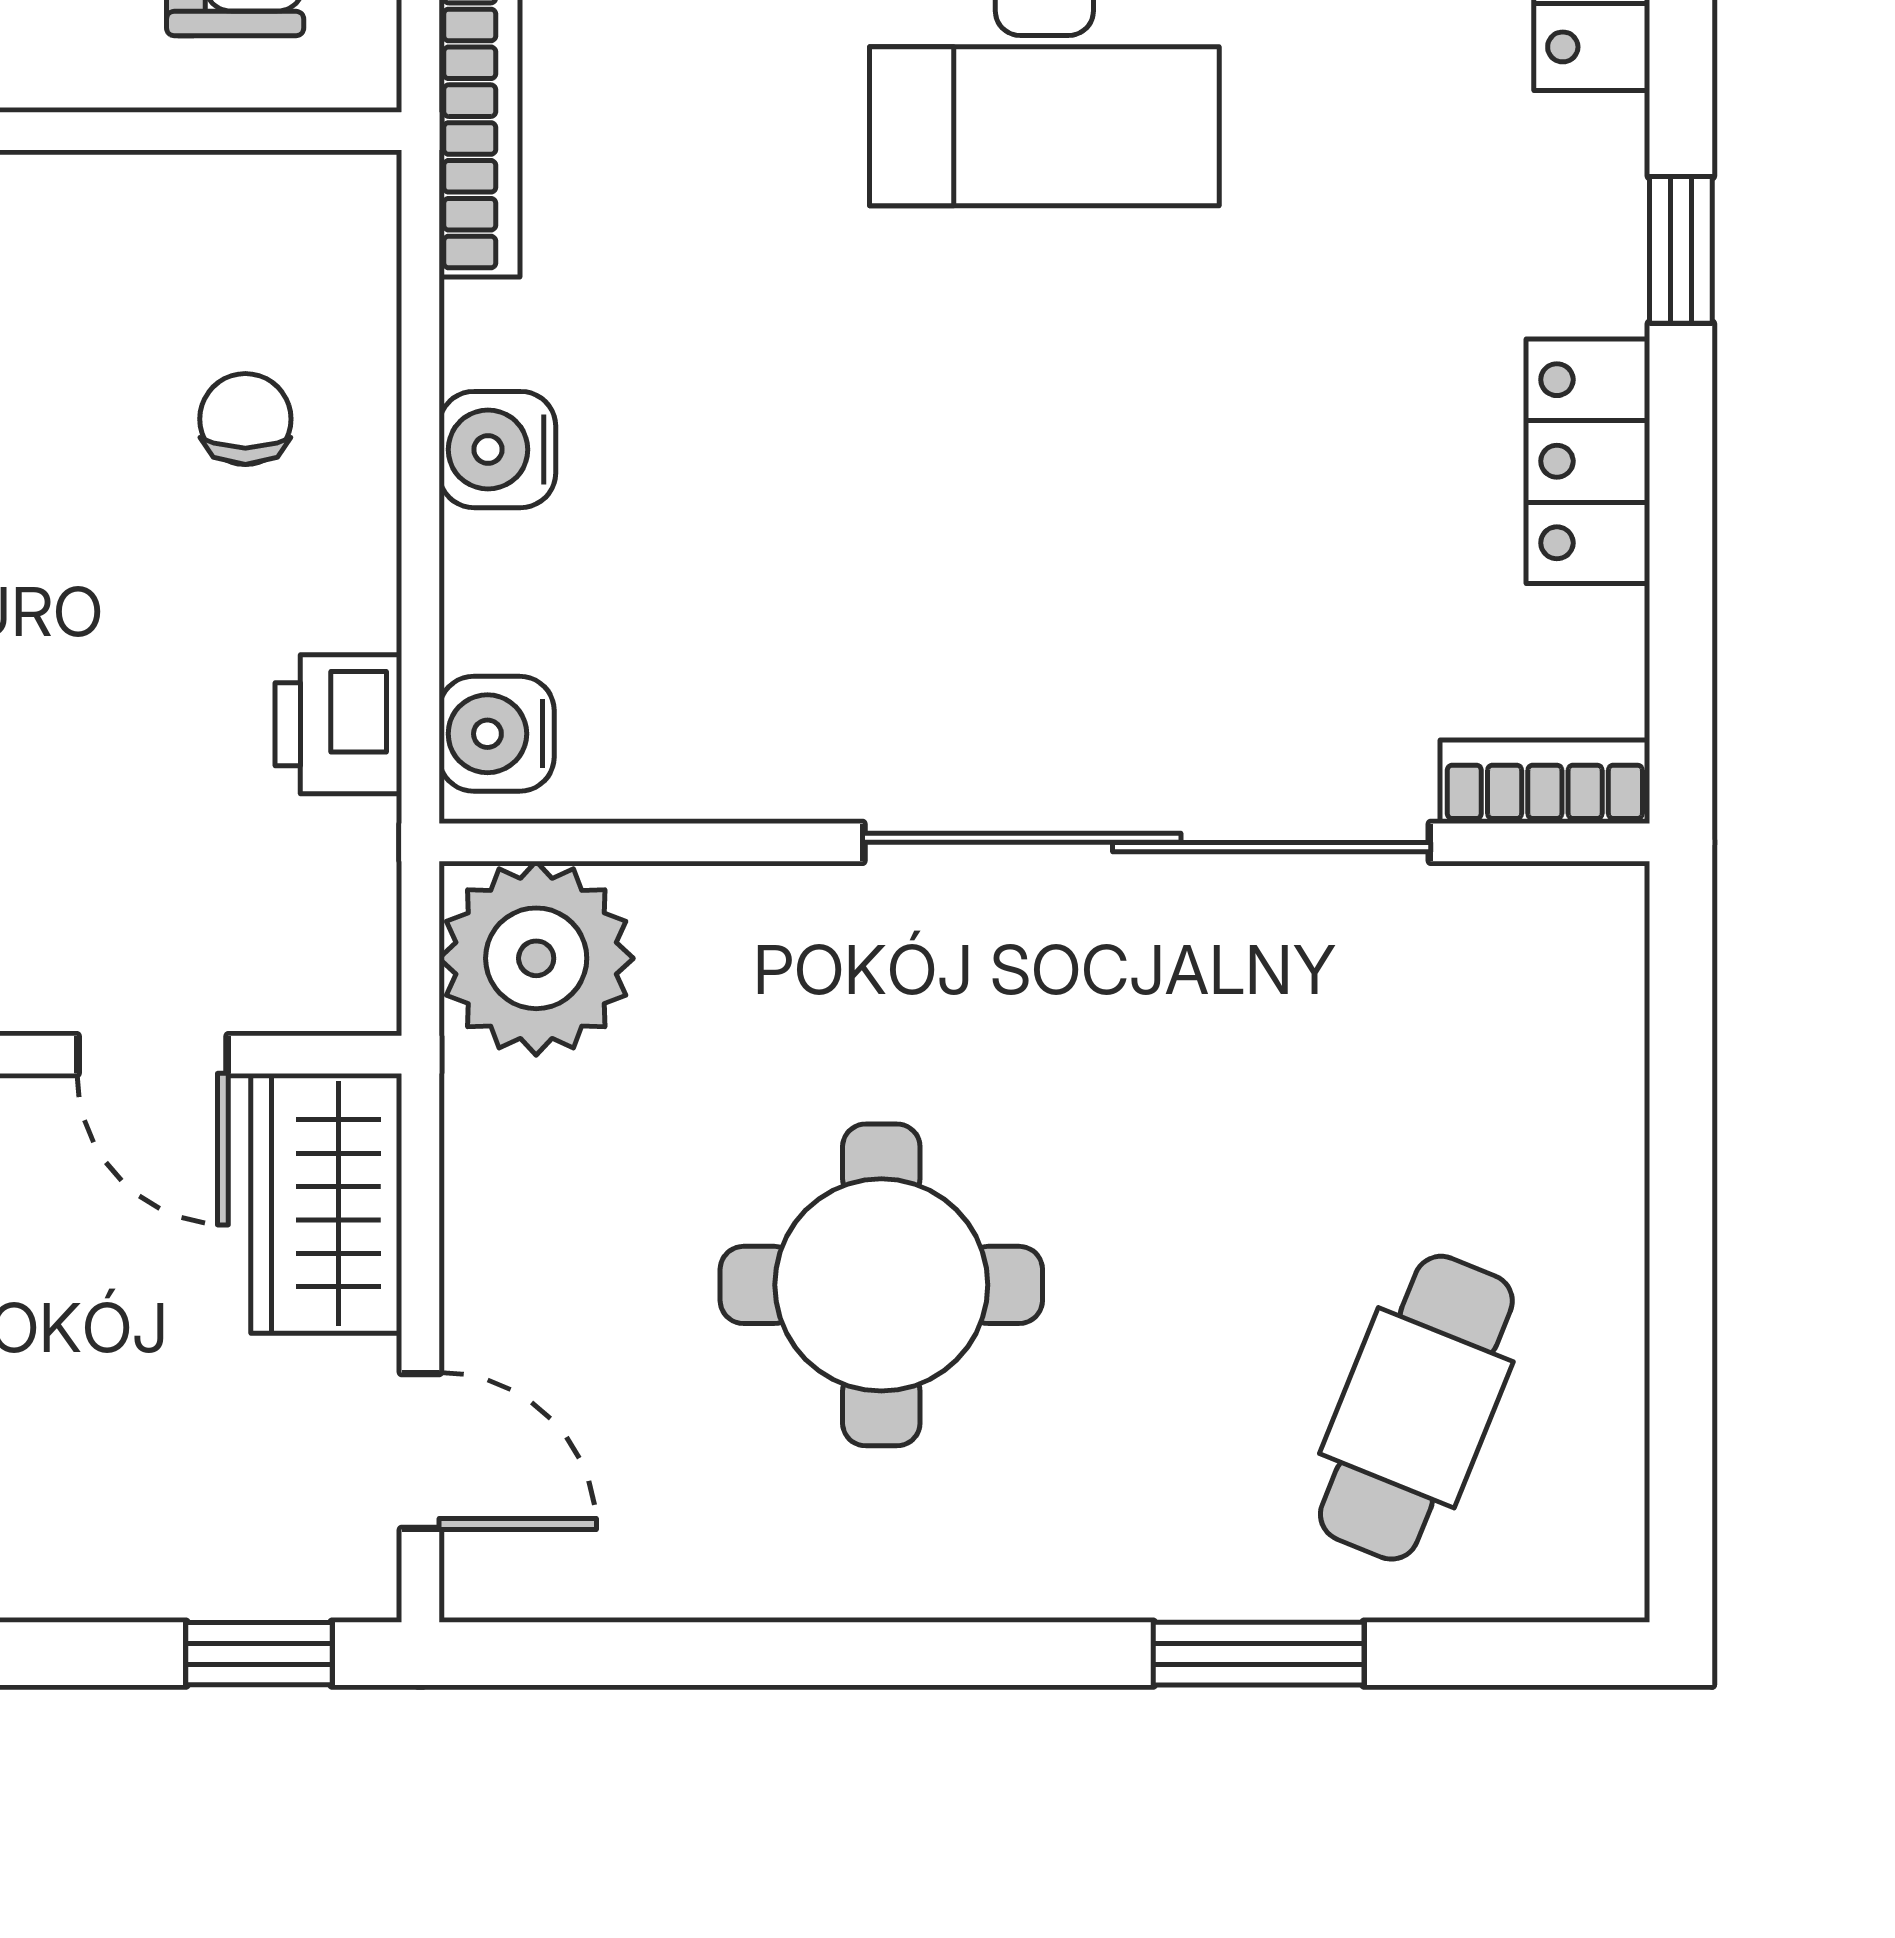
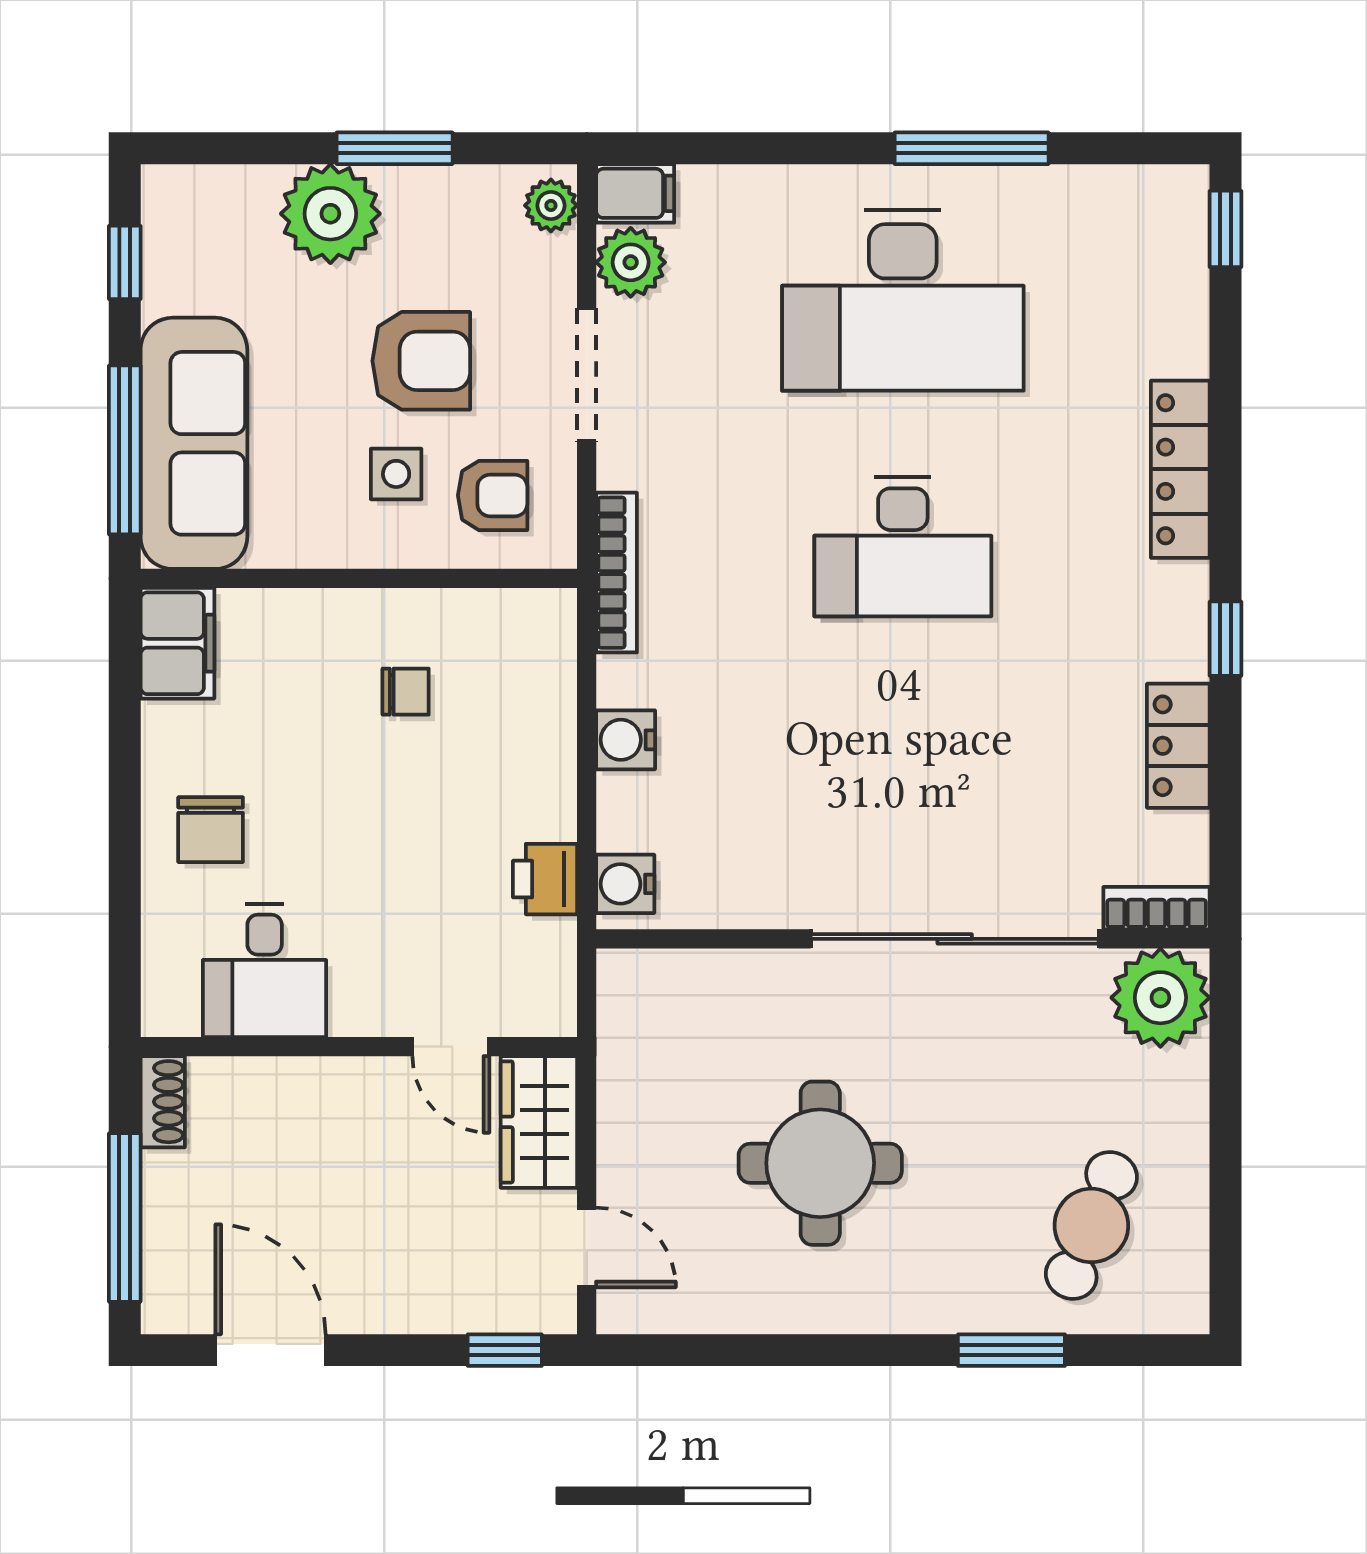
chair: (245, 419) -> (406, 692), moved, turned 90
plant: (536, 958) -> (1160, 998), moved

